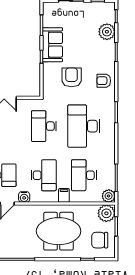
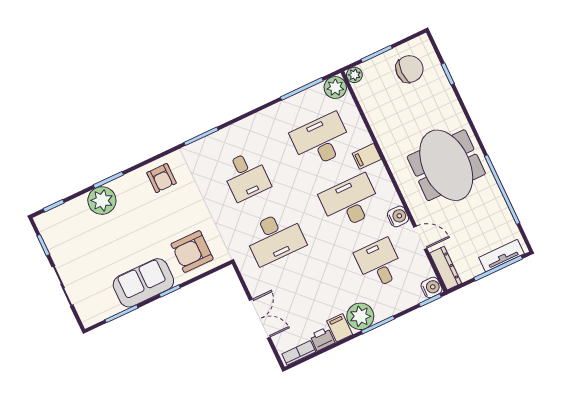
plant: (107, 32) -> (102, 200), moved
armchair: (72, 77) -> (192, 252), moved
desk: (84, 126) -> (246, 176), width x0.53, depth x0.77
desk: (84, 175) -> (321, 140), turned 180
plant: (106, 213) -> (354, 75), width x0.53, depth x0.53
meeting table: (59, 231) -> (446, 165), moved
chair: (100, 240) -> (409, 69), turned -90

